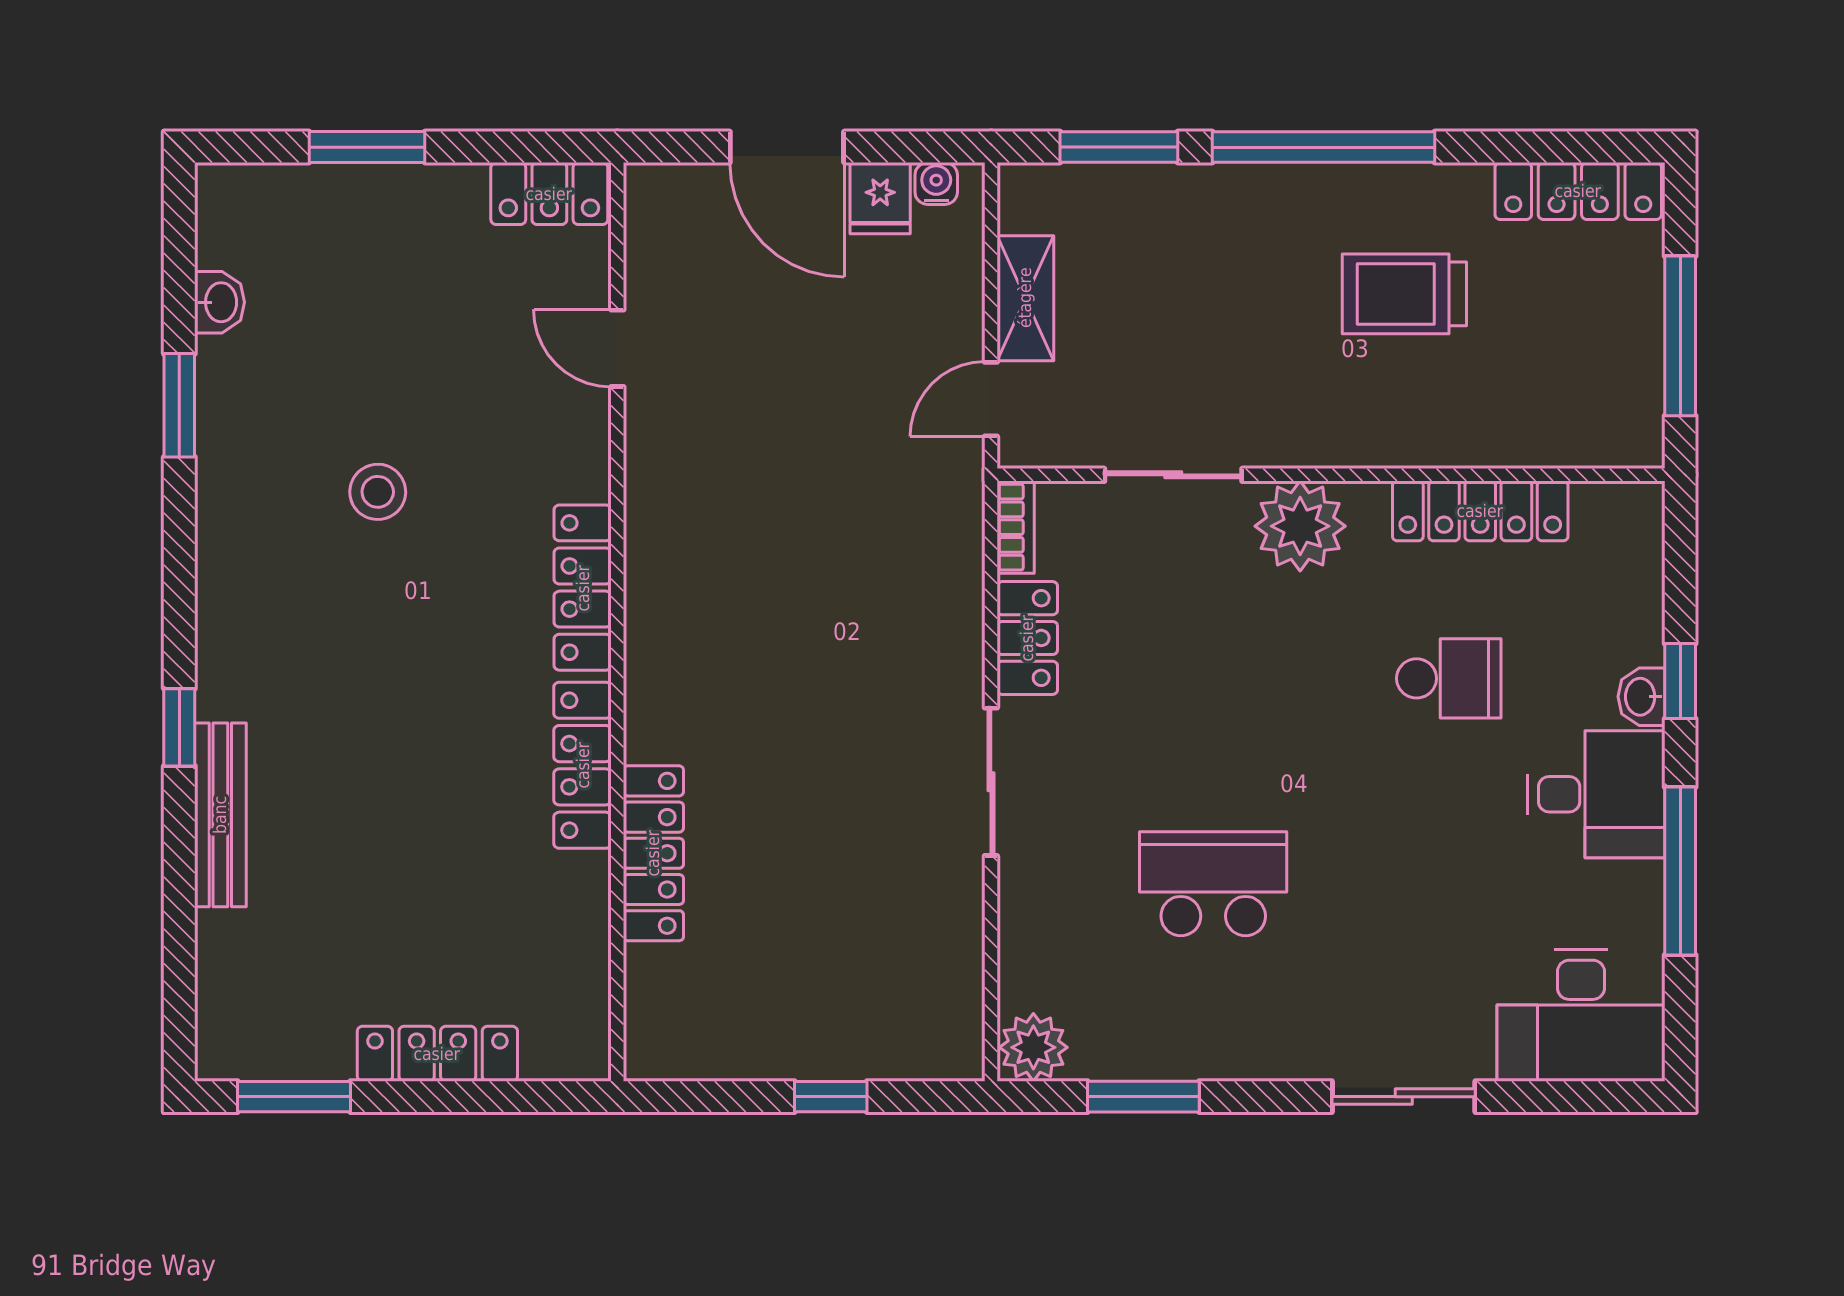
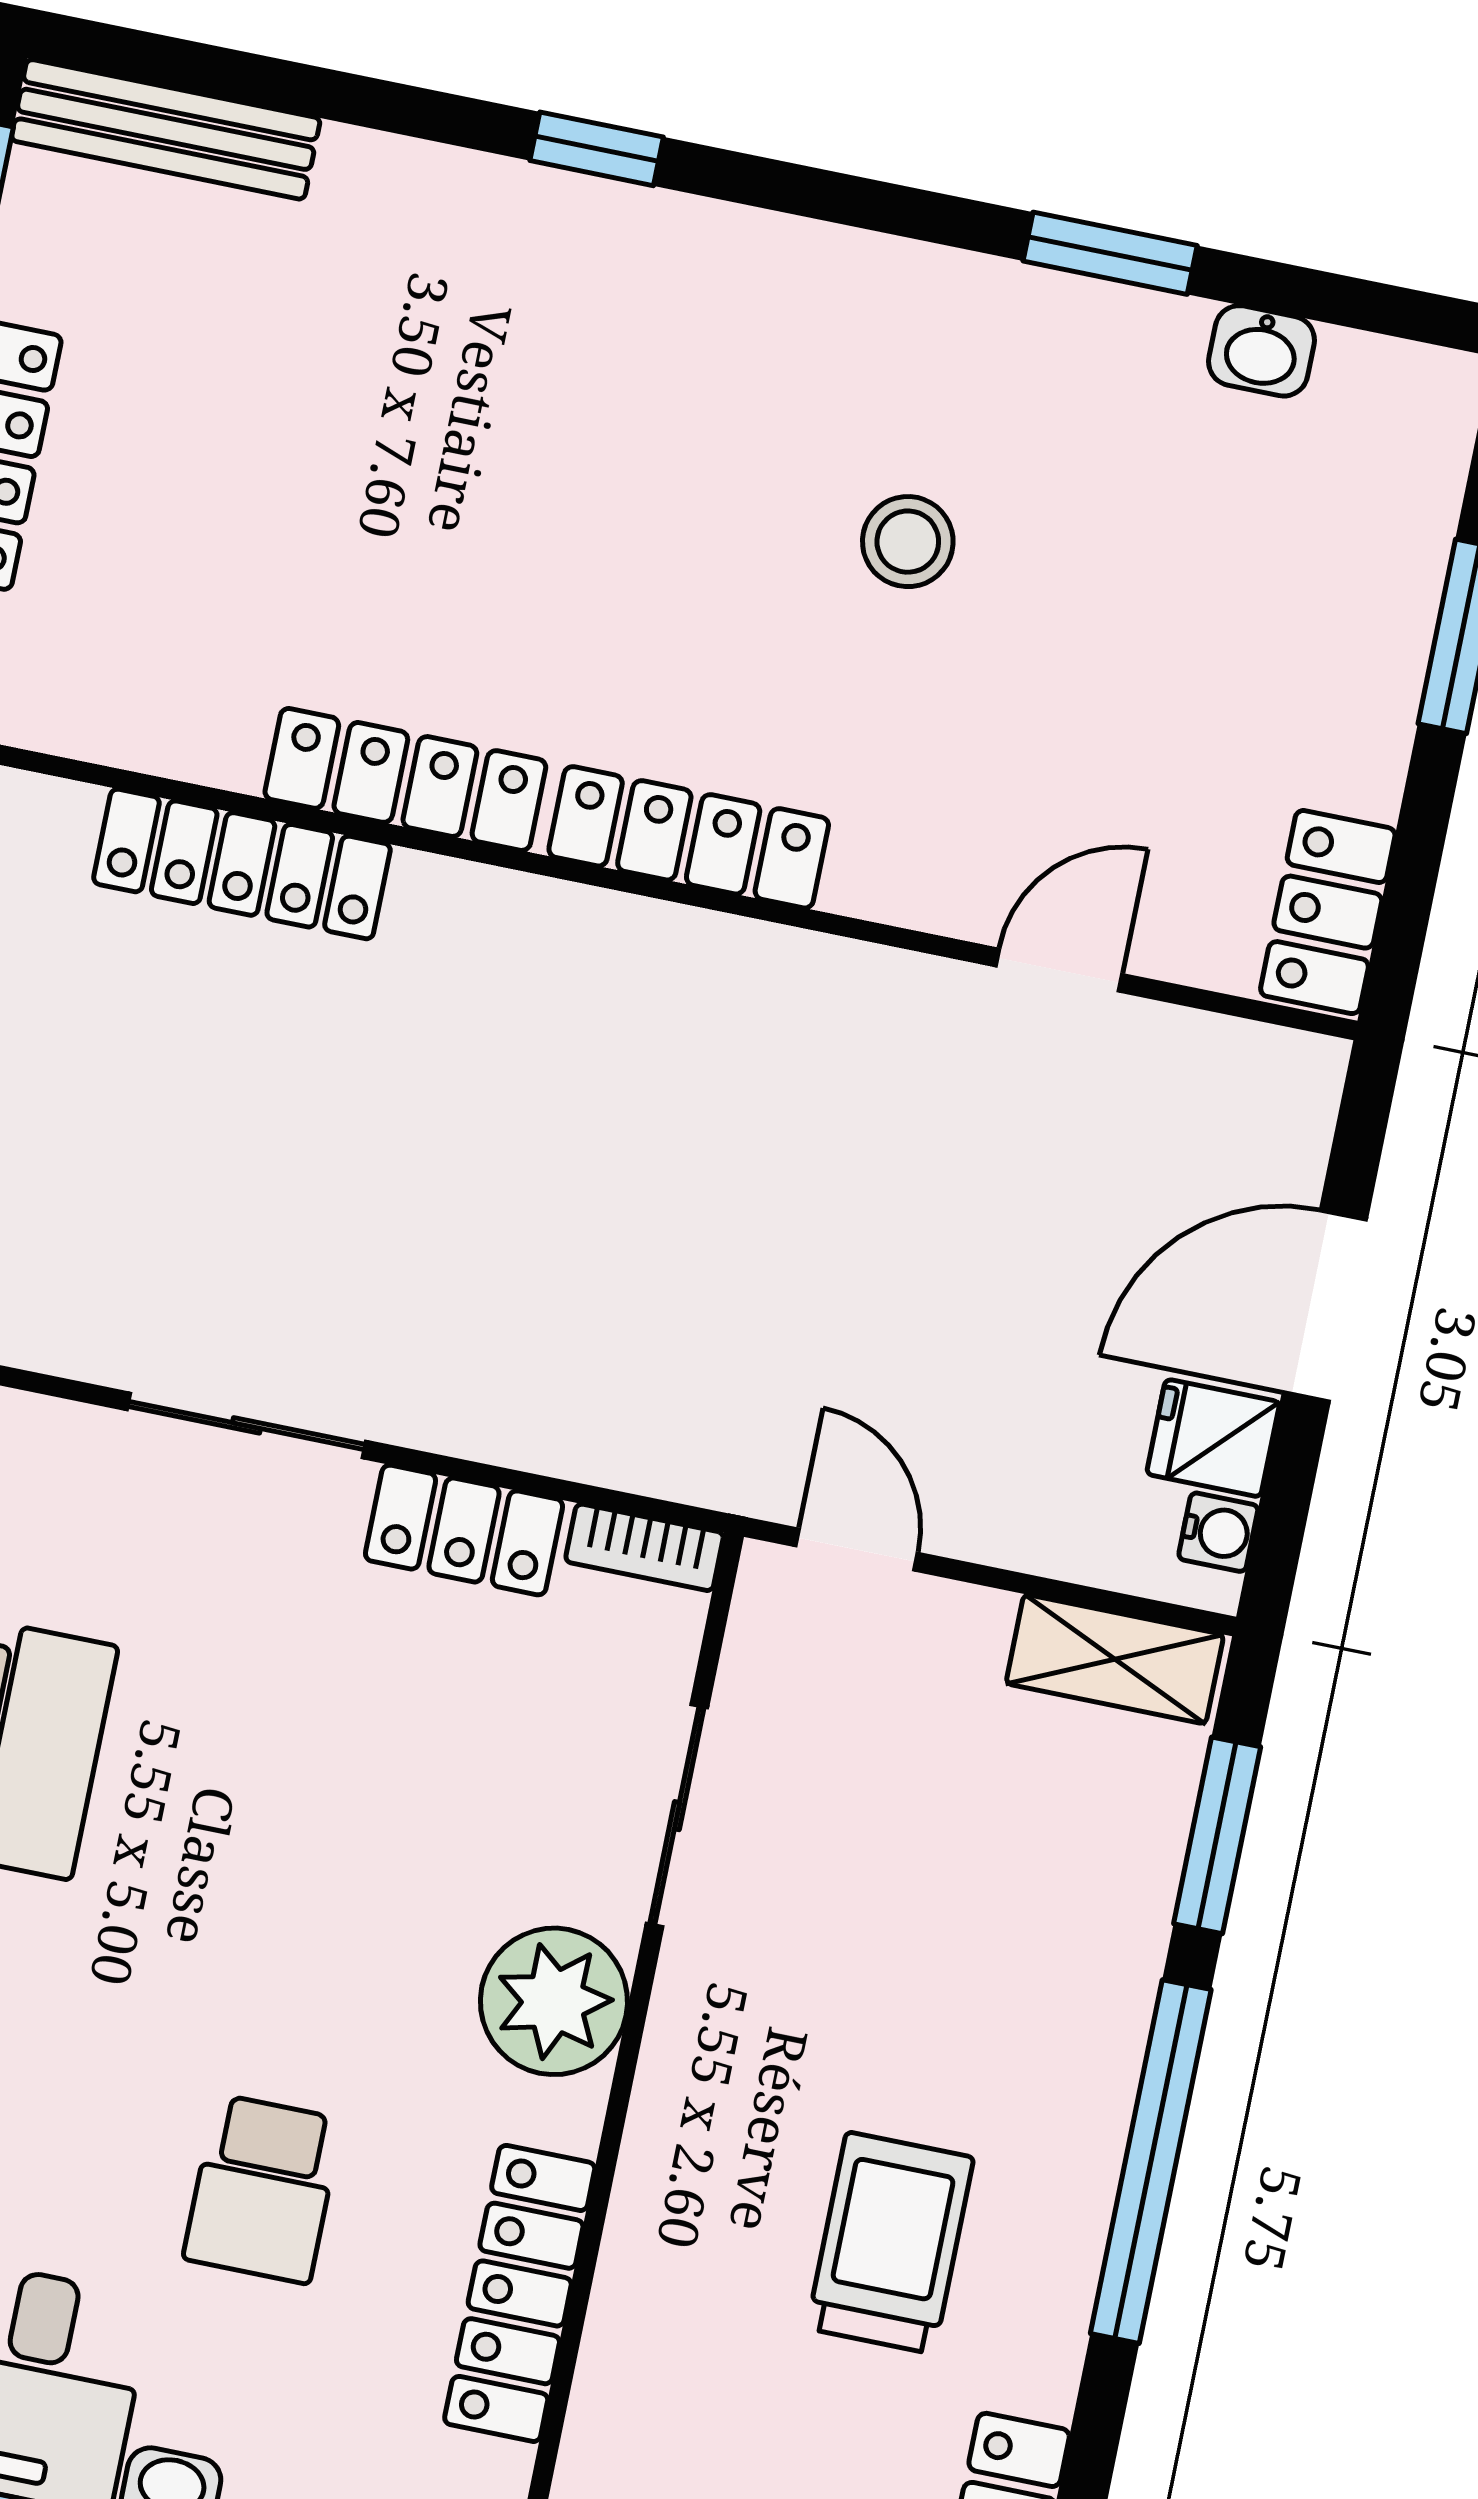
shelving: (1025, 298) -> (1115, 1659), moved
bench: (220, 815) -> (166, 129), moved

